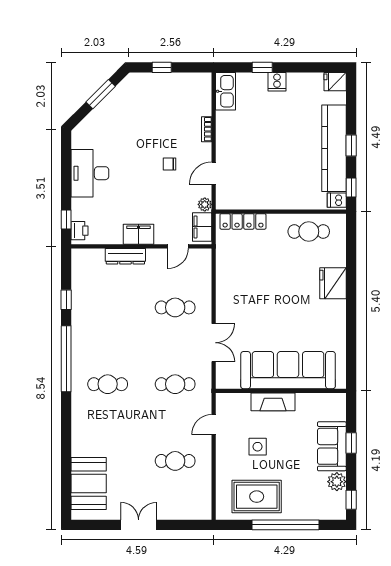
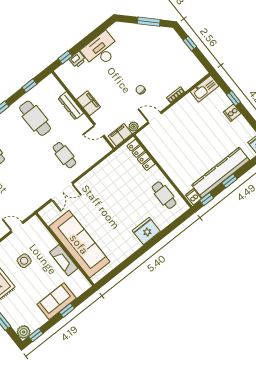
printer: (80, 231) -> (77, 60), moved
window: (66, 300) -> (29, 86), moved
cafe table: (175, 384) -> (35, 118), moved, width x1.37, depth x1.35
fireplace: (273, 402) -> (64, 260), moved
plant: (337, 482) -> (24, 332), moved

